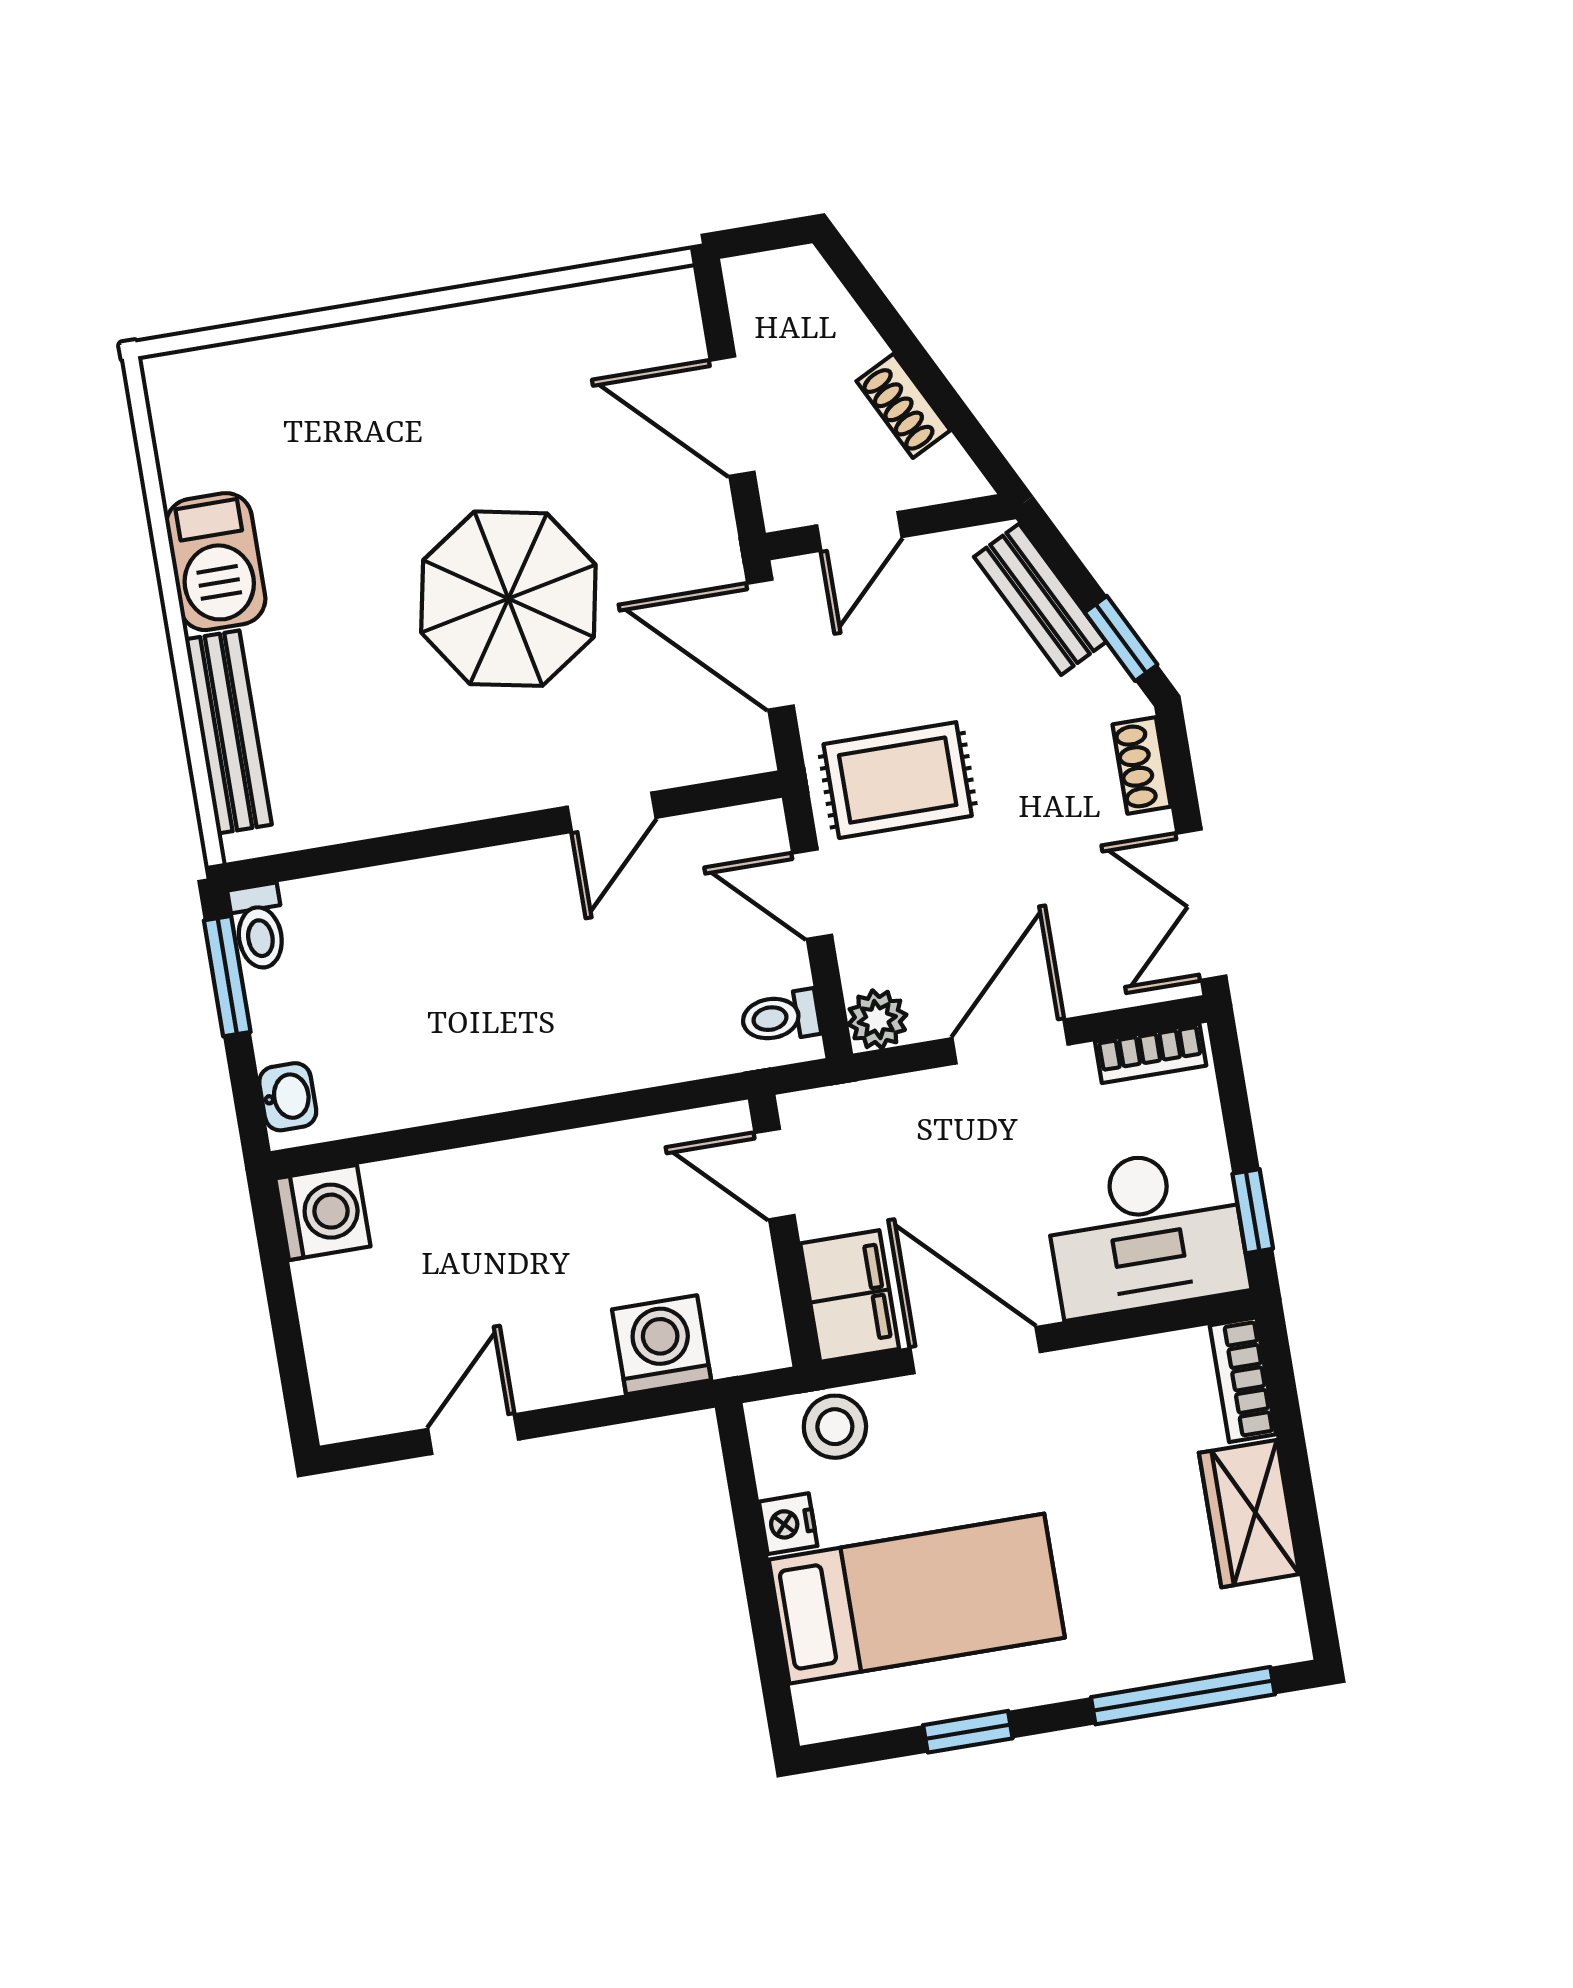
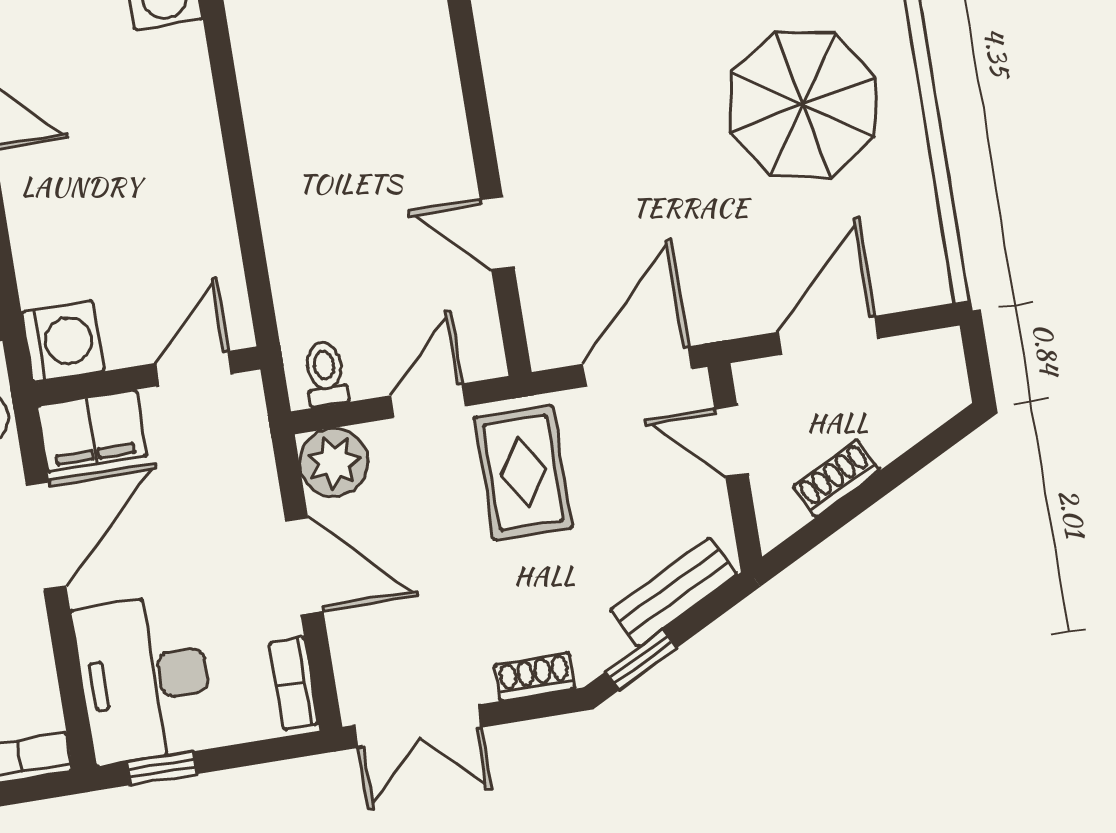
parasol: (508, 599) -> (803, 105), moved
double door: (1201, 905) -> (418, 726), swing flipped
plant: (877, 1019) -> (334, 463), width x1.38, depth x1.38
washing machine: (662, 1345) -> (63, 342), moved

